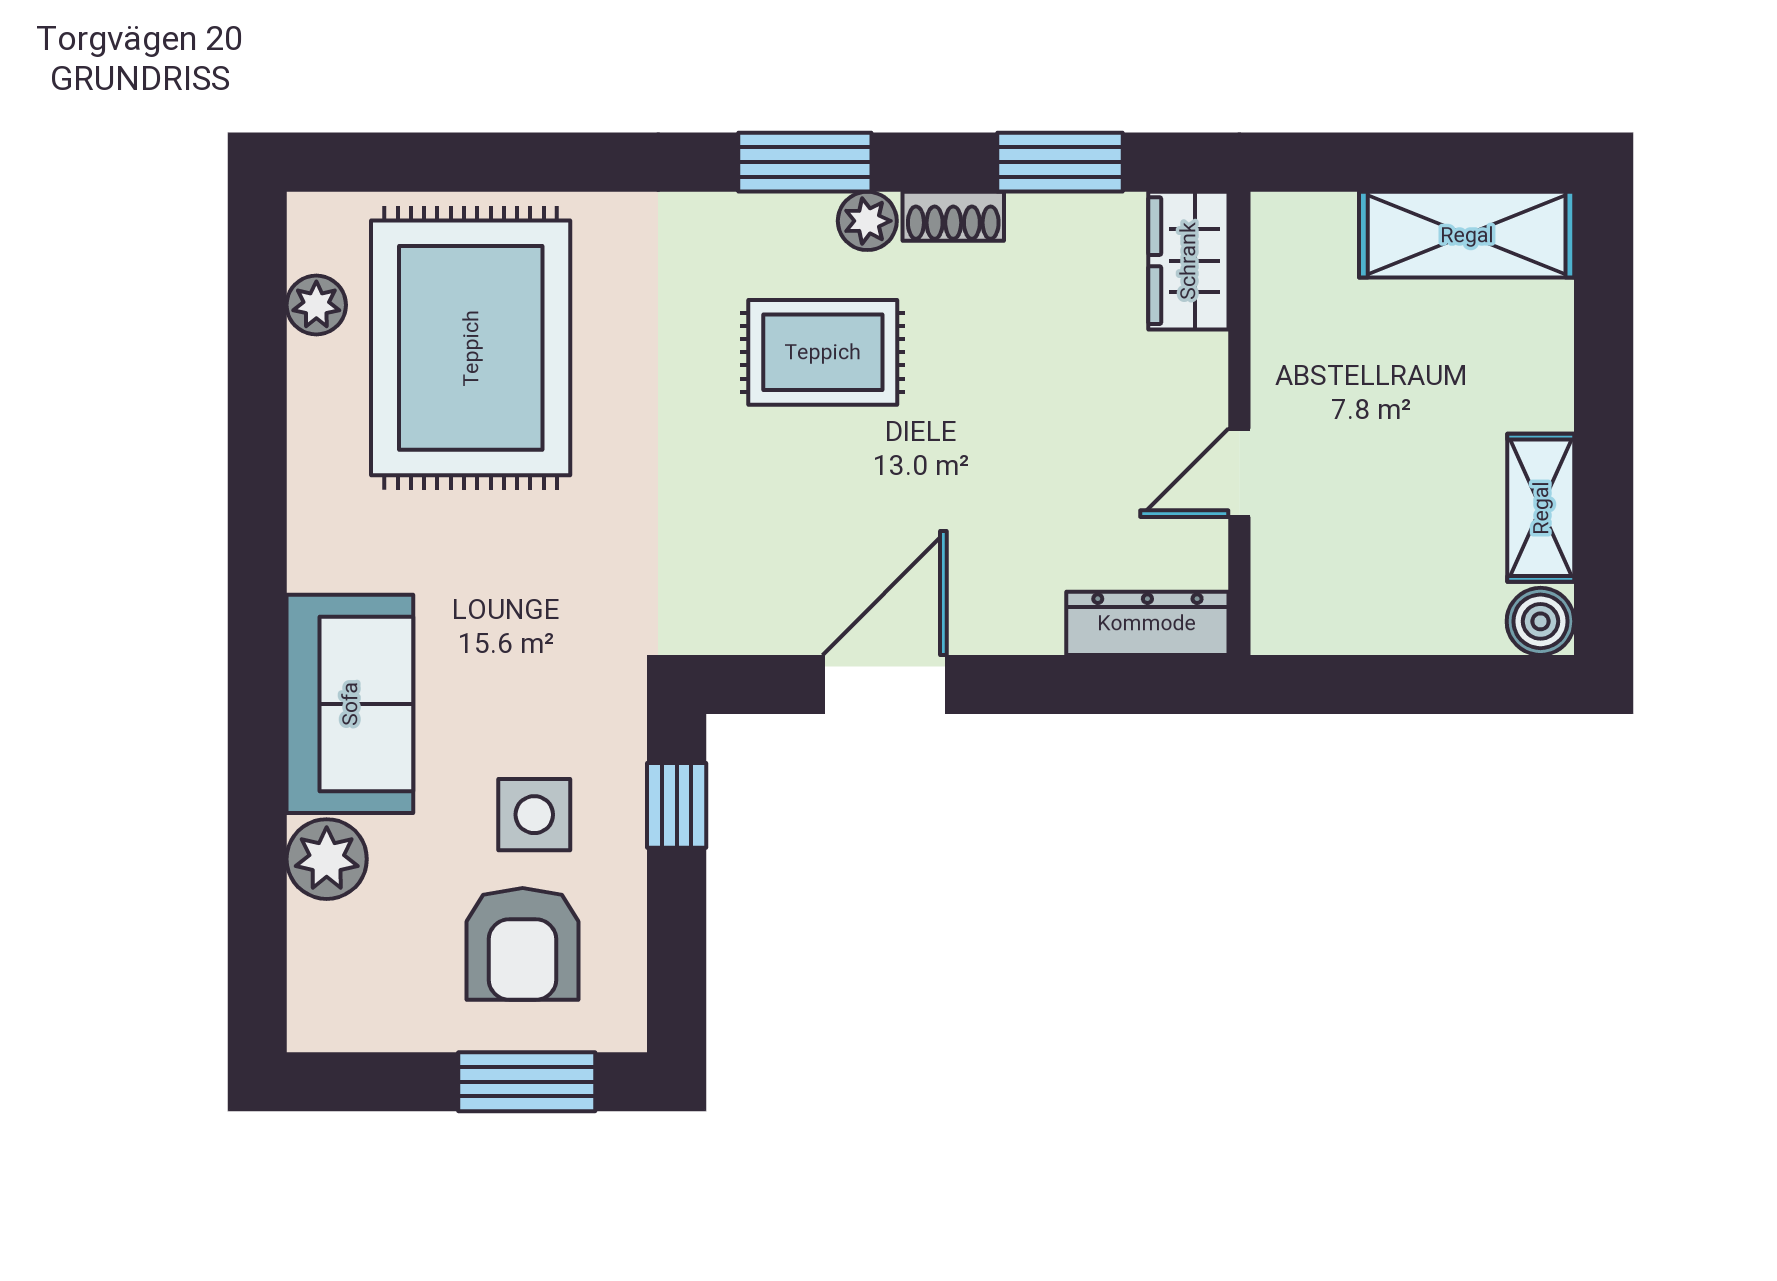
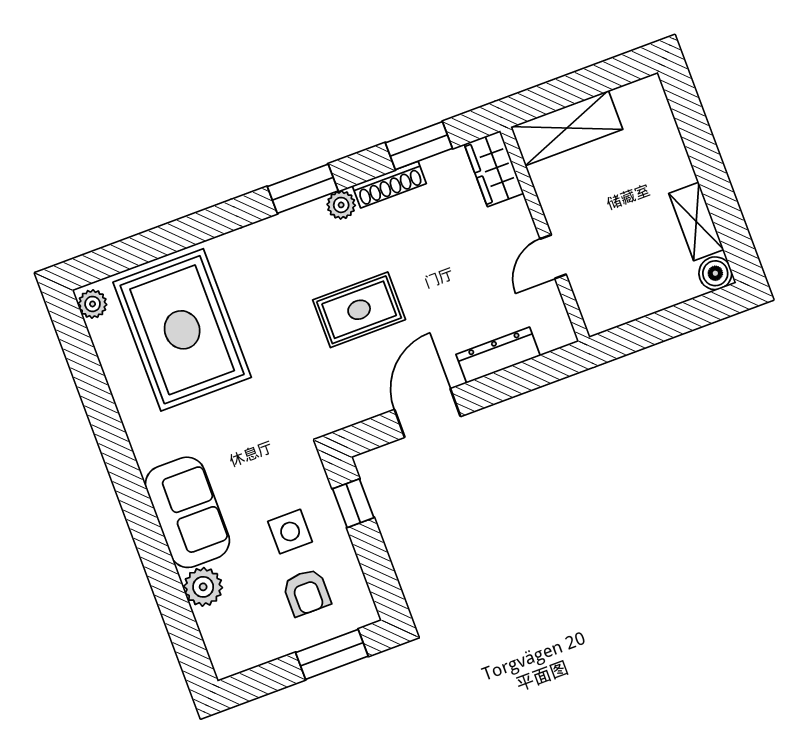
shoe rack: (953, 216) -> (389, 185), width x1.43
shelving: (1467, 235) -> (567, 128), moved
plant: (316, 305) -> (93, 304), moved
rug: (823, 352) -> (359, 310), moved
dresser: (1147, 623) -> (498, 355), moved
armchair: (523, 944) -> (307, 592), width x0.72, depth x0.72

